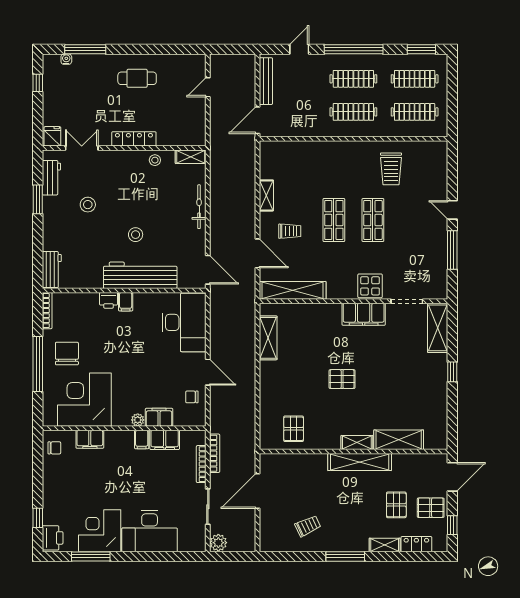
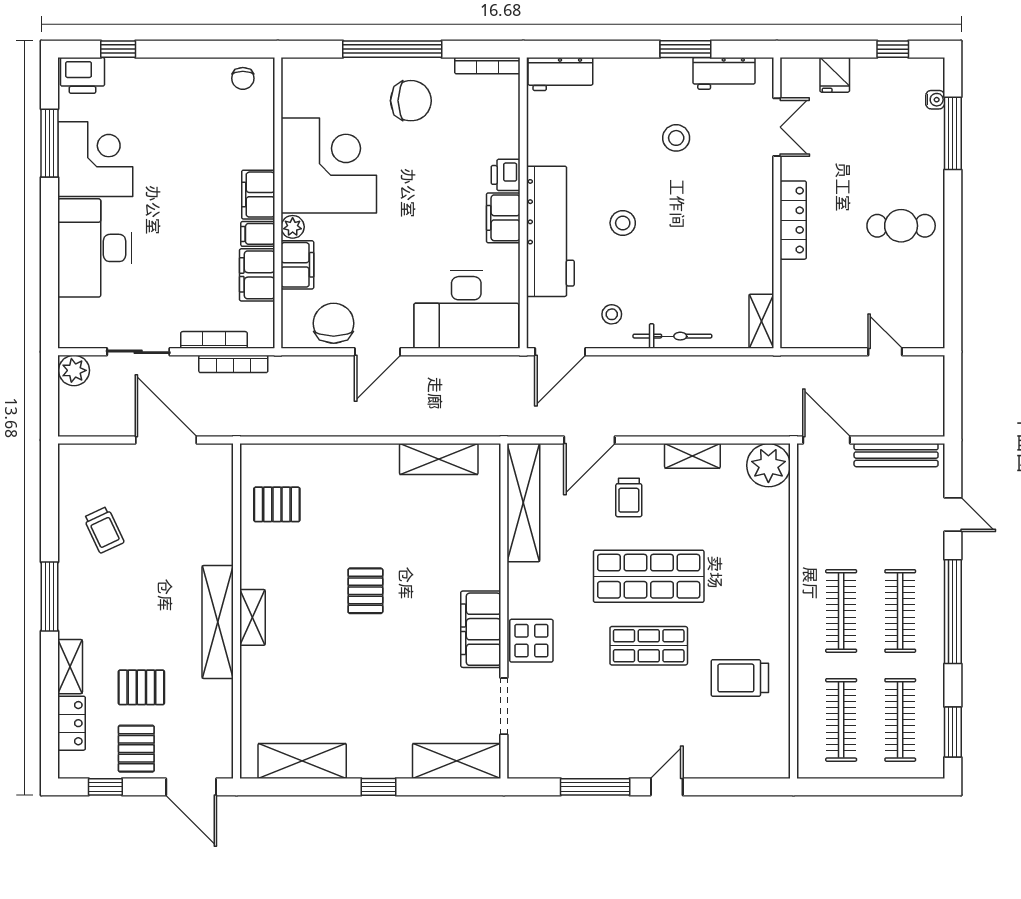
cafe table: (137, 78) -> (901, 226), turned 90
fridge: (52, 136) -> (835, 75), moved, turned 90
plant: (272, 153) -> (768, 465), added
stool: (155, 160) -> (612, 314), moved
shop shelf: (334, 220) -> (649, 576), width x1.43, depth x1.36
filing cabinet: (126, 302) -> (503, 218), width x2.00
chair: (192, 397) -> (334, 323), width x1.87, depth x1.87
corner desk: (84, 400) -> (329, 166), moved
filing cabinet: (90, 439) -> (258, 195), moved
shelving: (399, 440) -> (302, 761), moved, turned 90

